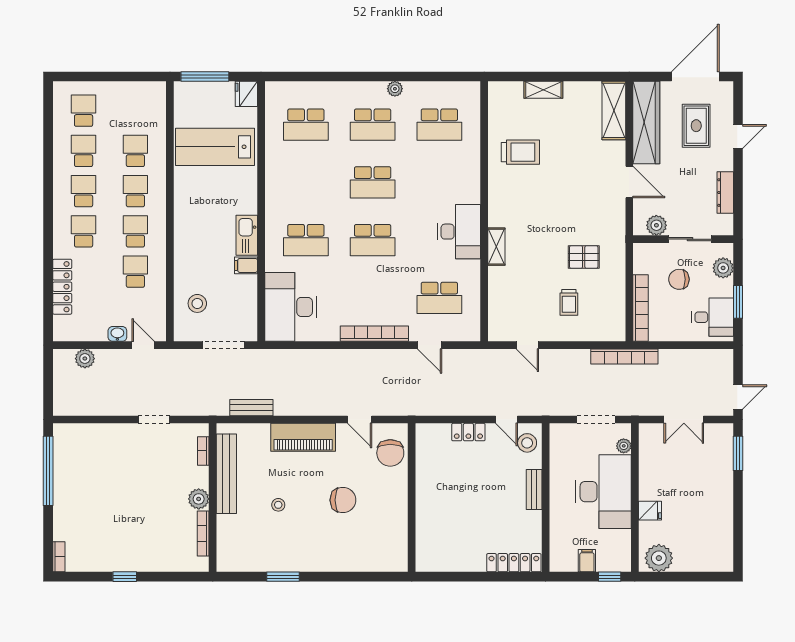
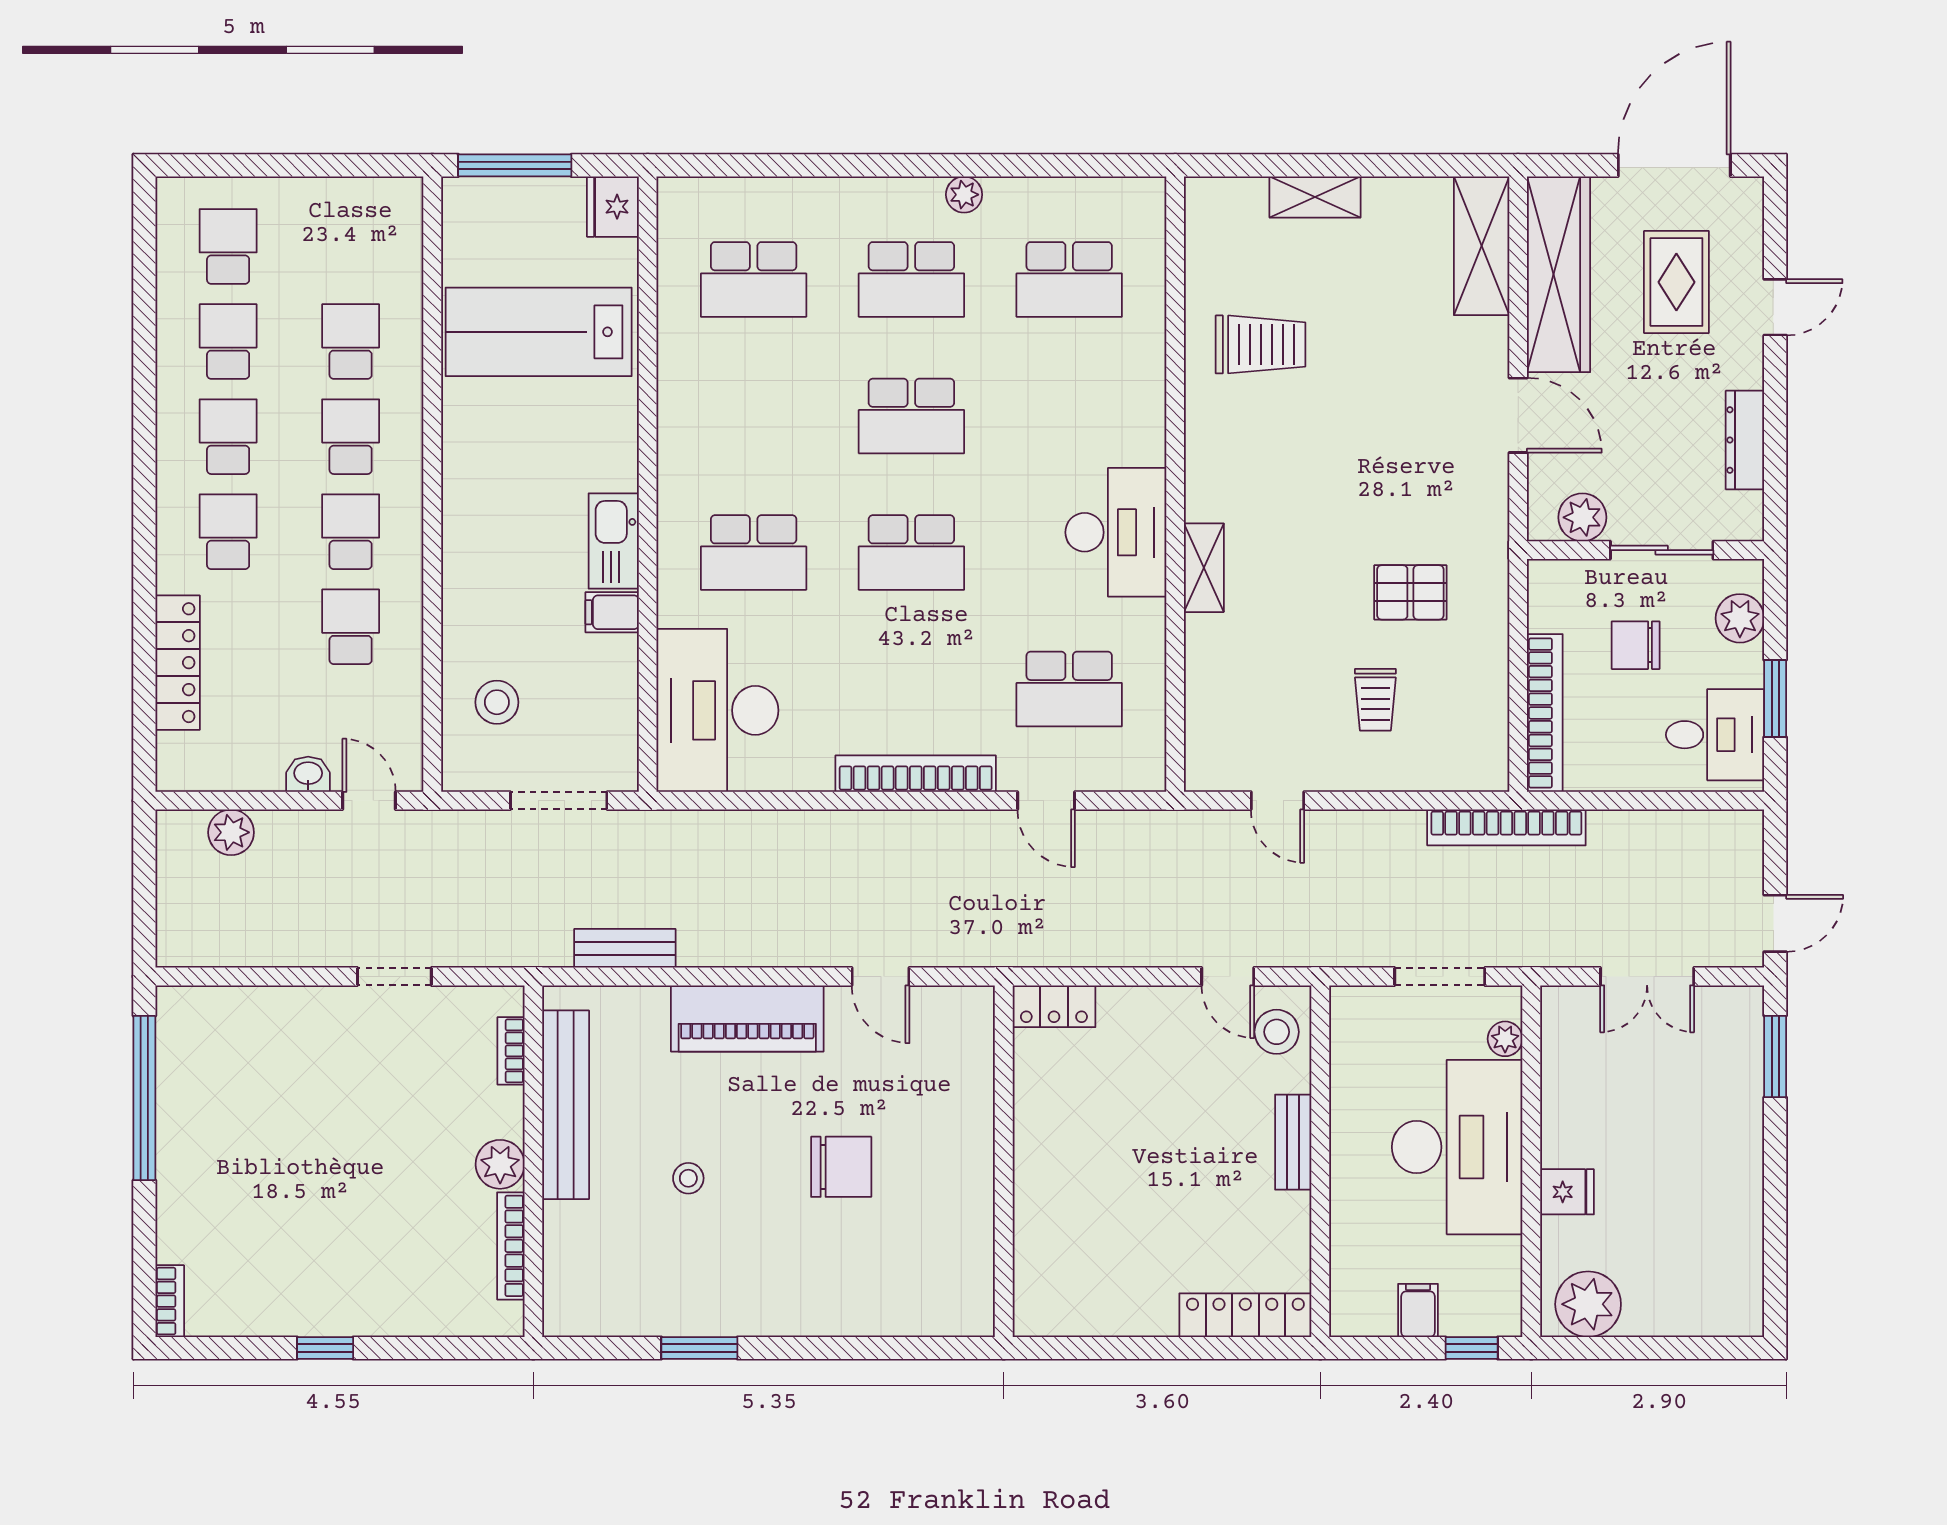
locker: (468, 432) -> (1054, 1006), moved
chair: (390, 453) -> (953, 1056), removed

